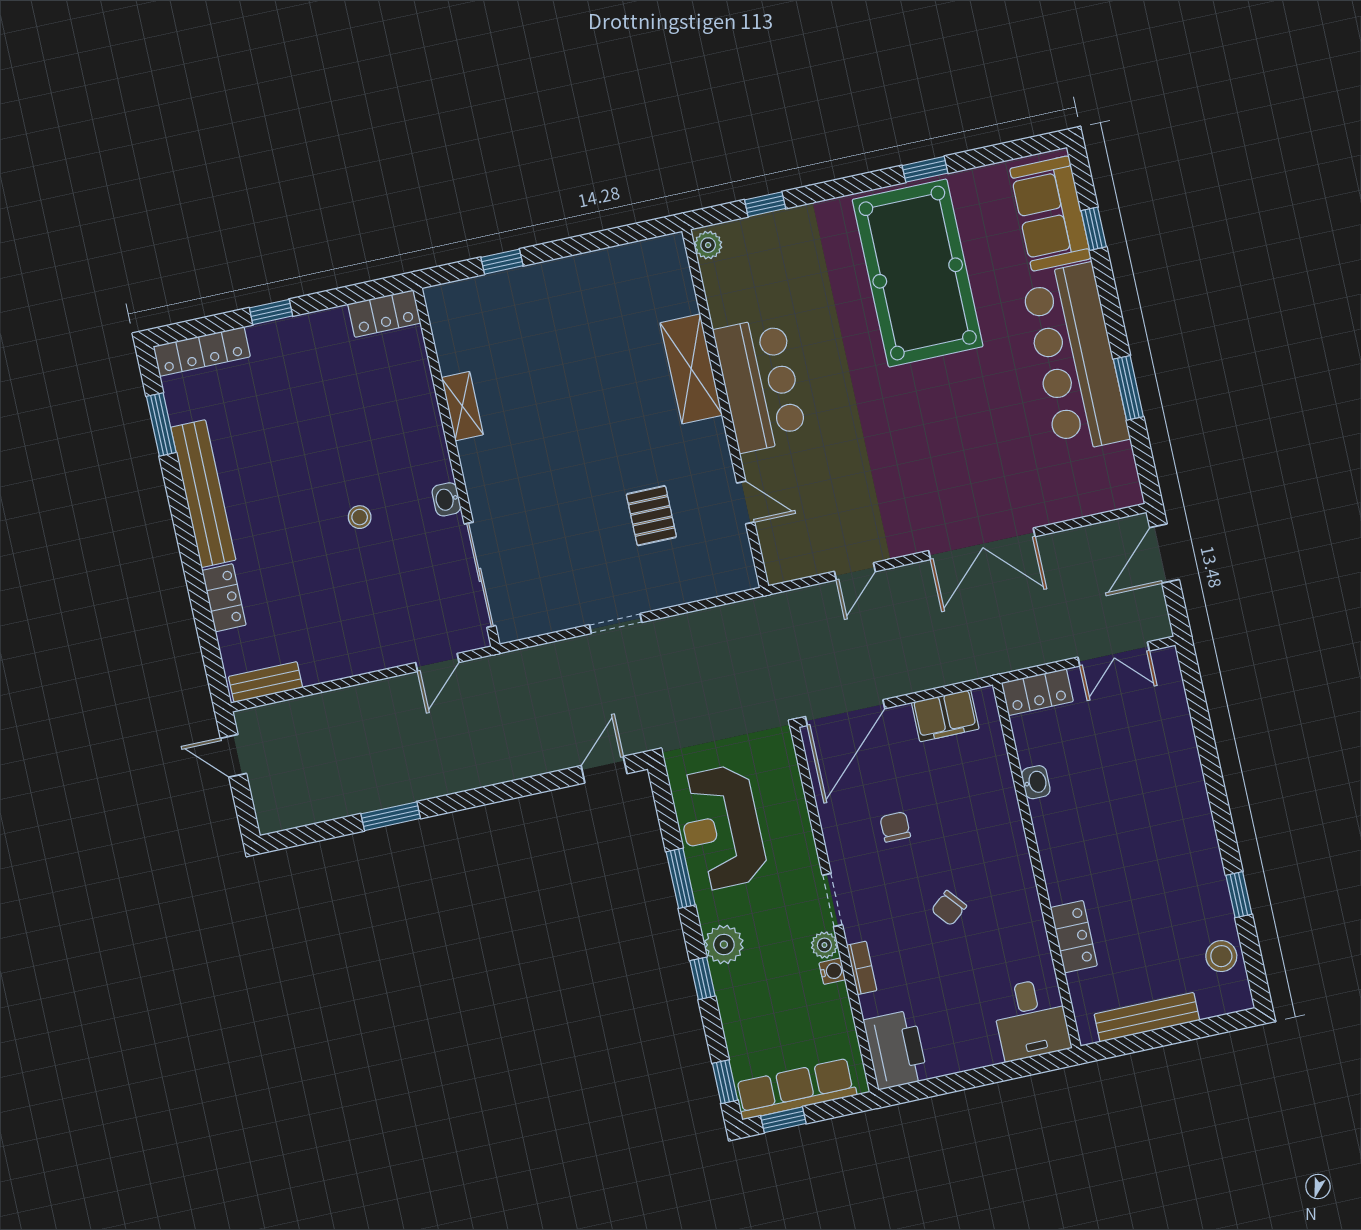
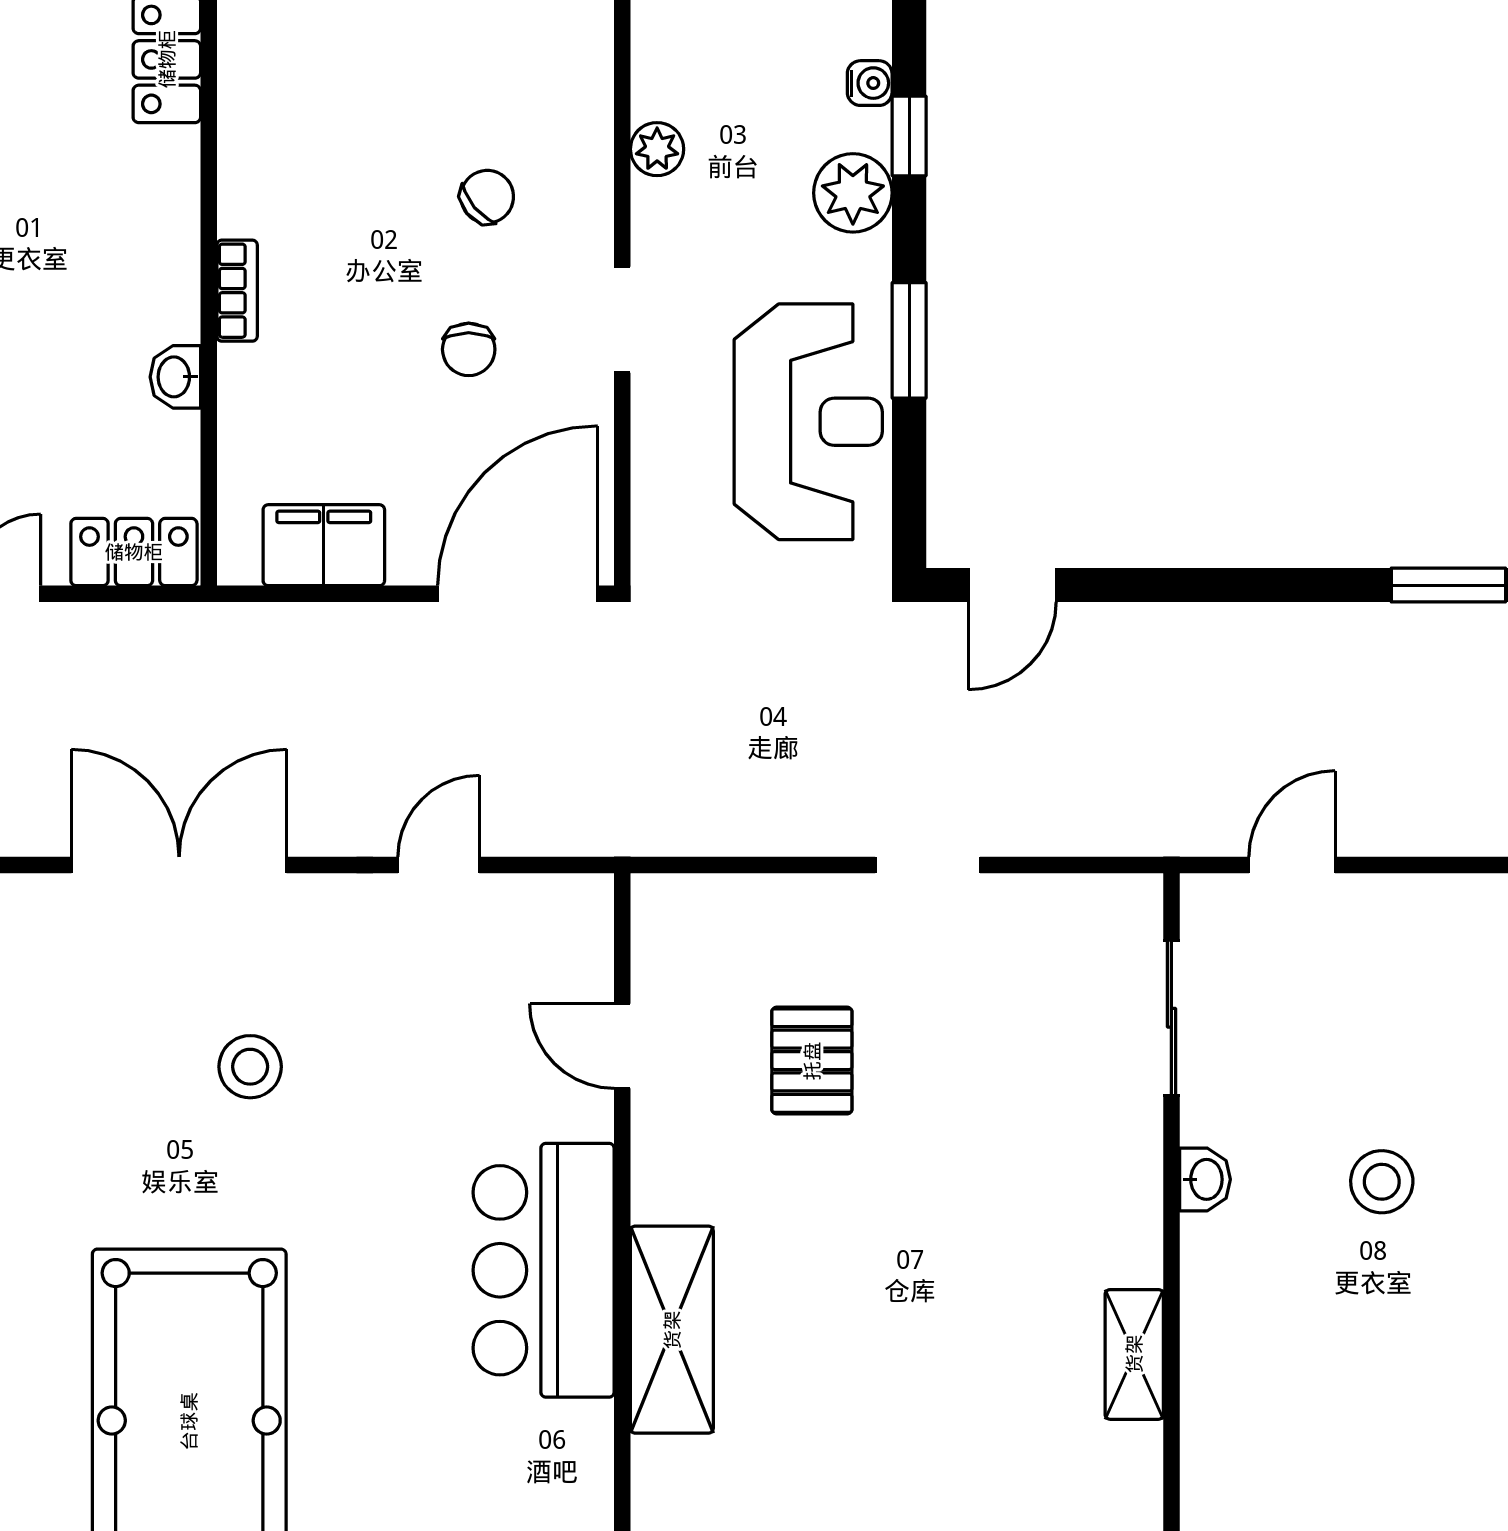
stool: (926, 453) -> (250, 1067), added
stool: (360, 517) -> (1382, 1182), width x1.37, depth x1.37
sliding door: (480, 575) -> (1171, 1018), width x0.73
doorway: (832, 900) -> (622, 320), moved
chair: (949, 908) -> (487, 197), moved
bookcase: (862, 968) -> (237, 291), moved, turned 180
water cooler: (832, 971) -> (870, 83), moved, turned 180

